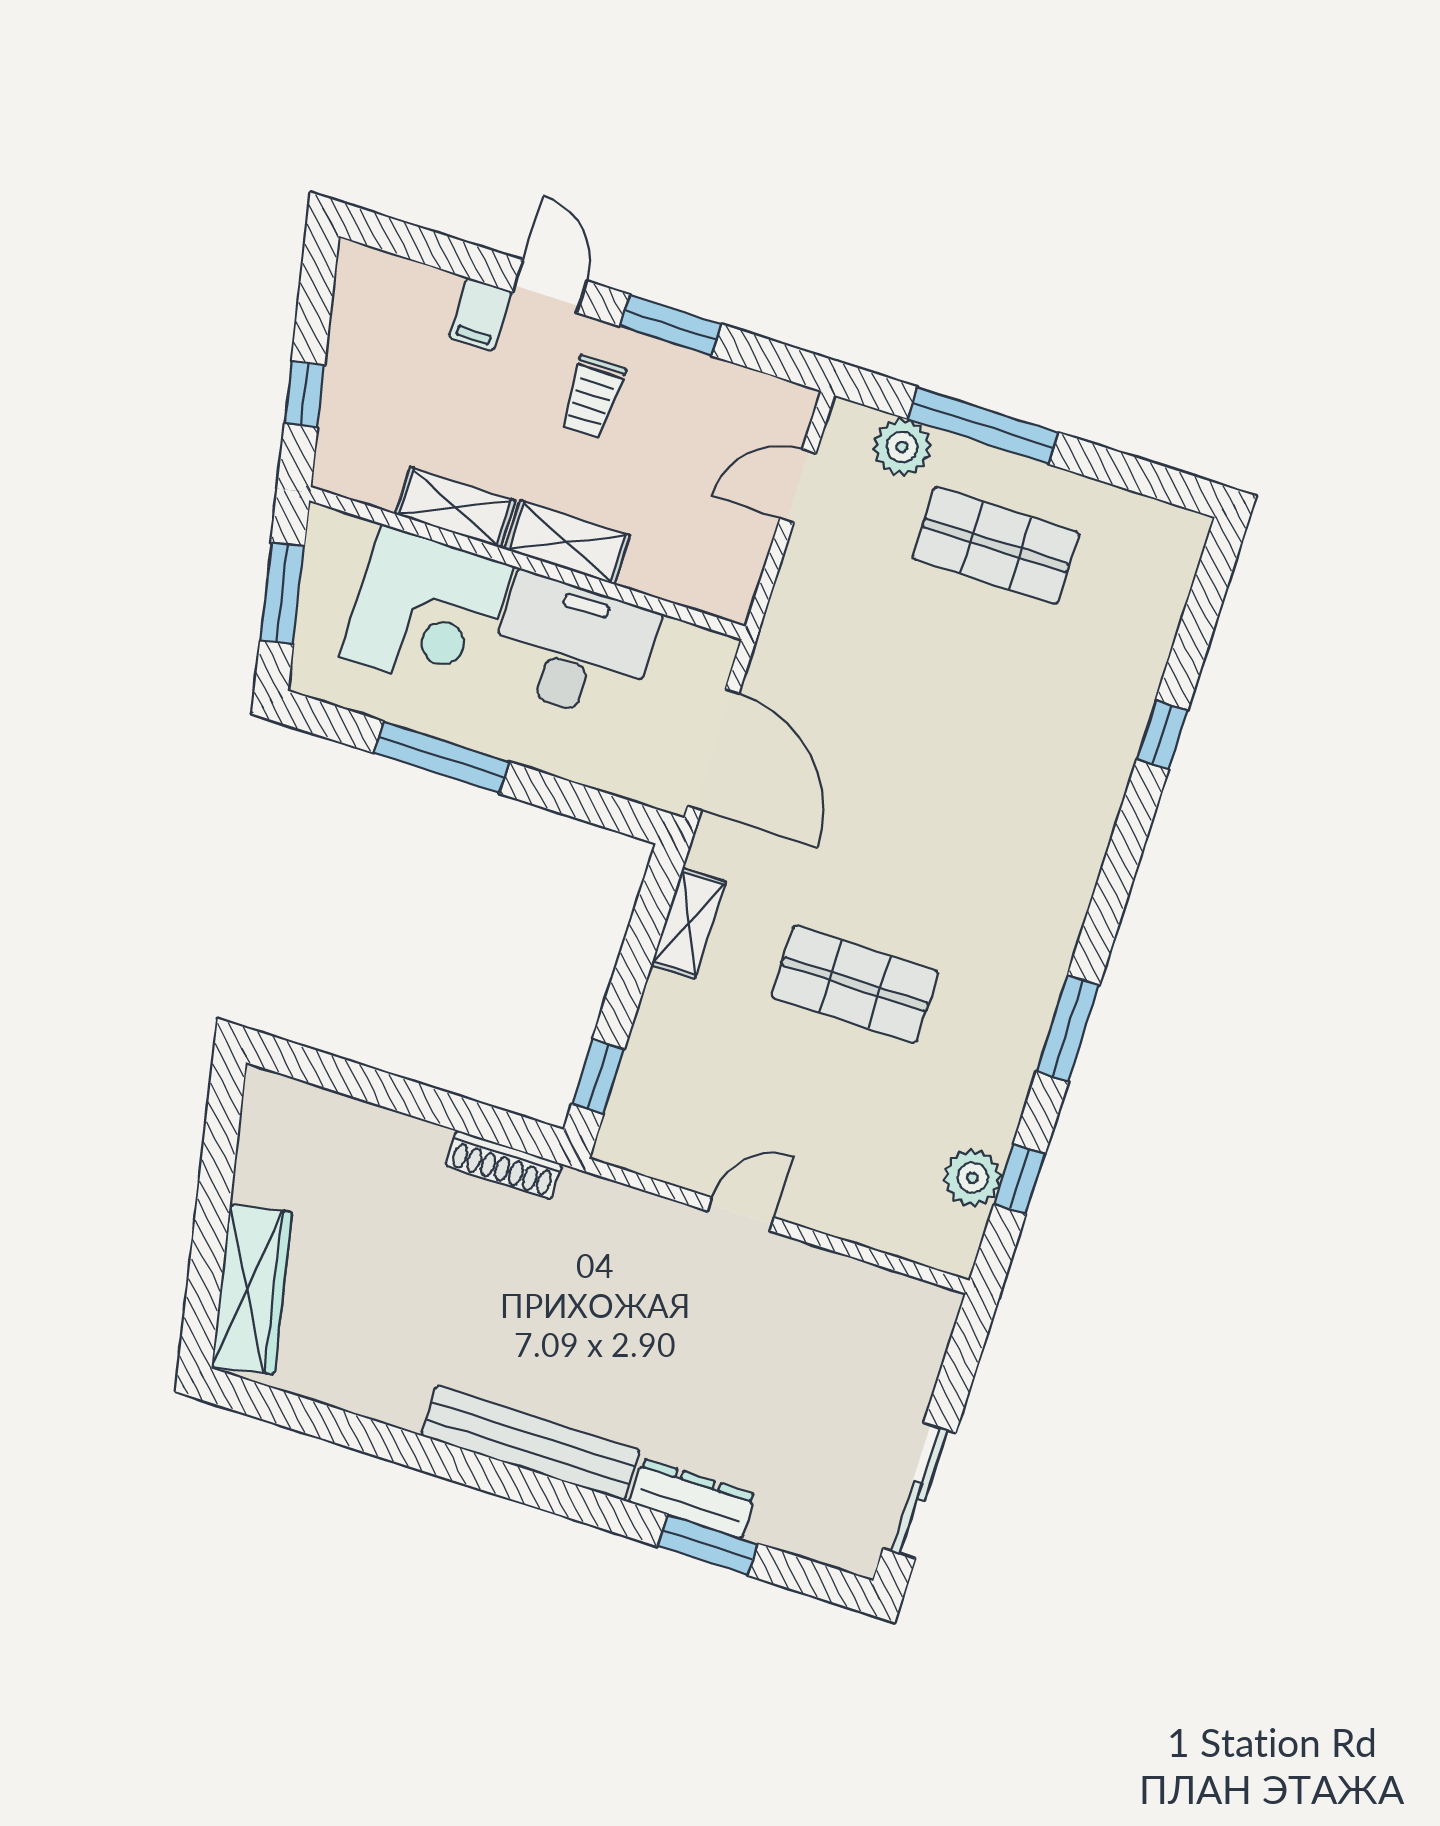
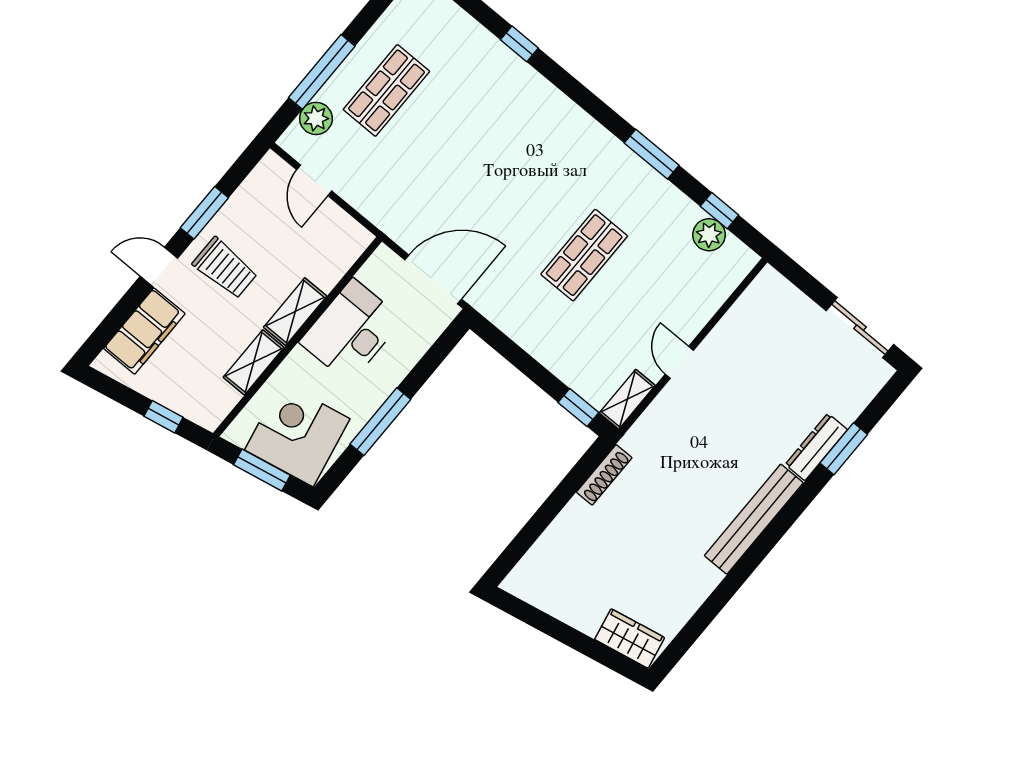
filing cabinet: (480, 314) -> (144, 331), width x3.00, depth x1.17
trolley: (592, 397) -> (225, 268), width x1.36, depth x1.39
corner desk: (426, 611) -> (297, 434), moved, turned -101
shelving: (689, 923) -> (627, 399), moved, turned 90
wardrobe: (252, 1290) -> (630, 638), width x0.67

